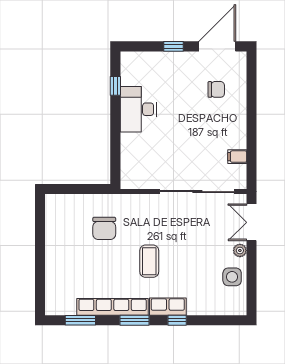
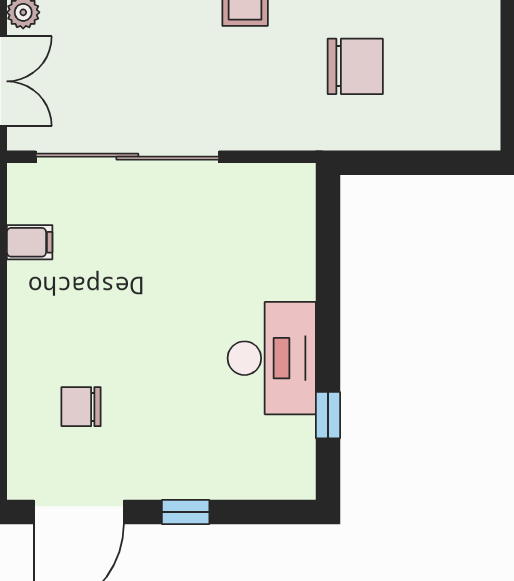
chair: (104, 228) -> (355, 66), turned 90

